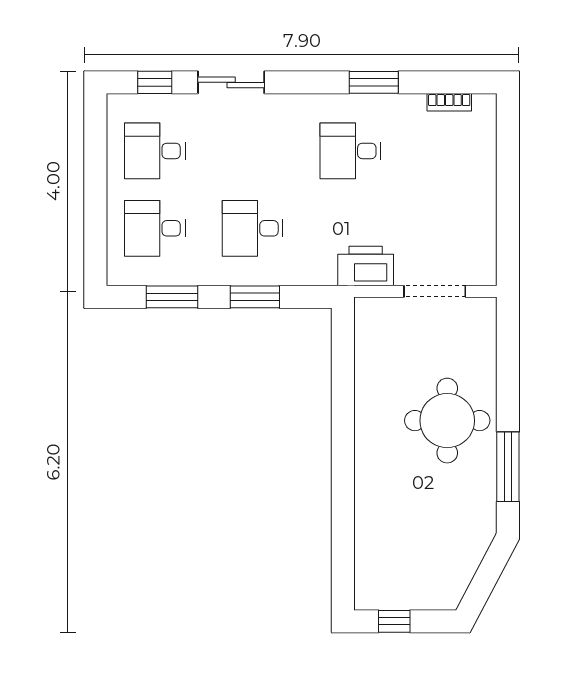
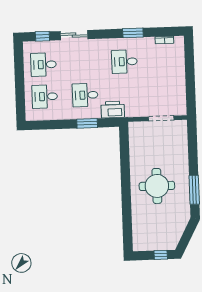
printer: (366, 266) -> (113, 110), moved
window: (172, 297) -> (53, 125), removed
round table: (447, 421) -> (157, 186), moved
window: (394, 621) -> (161, 255), moved

